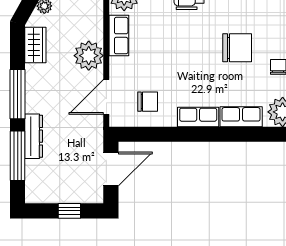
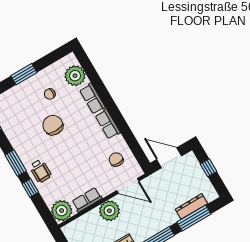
dresser: (34, 136) -> (191, 206), moved

